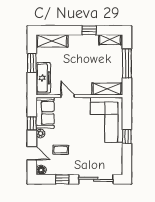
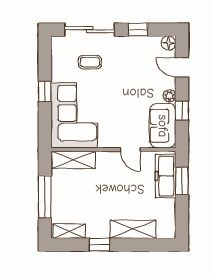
shelving: (52, 41) -> (133, 229), moved
window: (32, 63) -> (182, 181), moved
coffee table: (61, 150) -> (90, 62), moved

